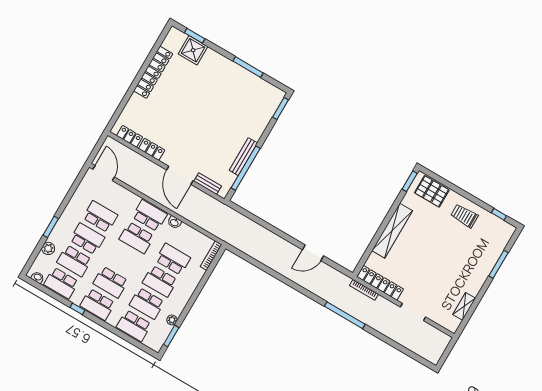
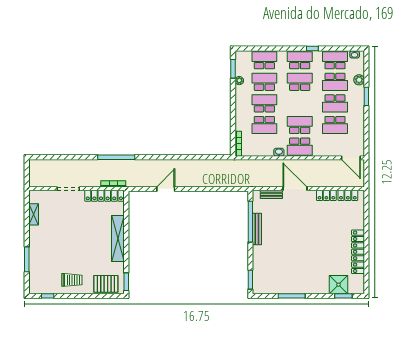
school desk: (74, 261) -> (335, 82), turned 180

